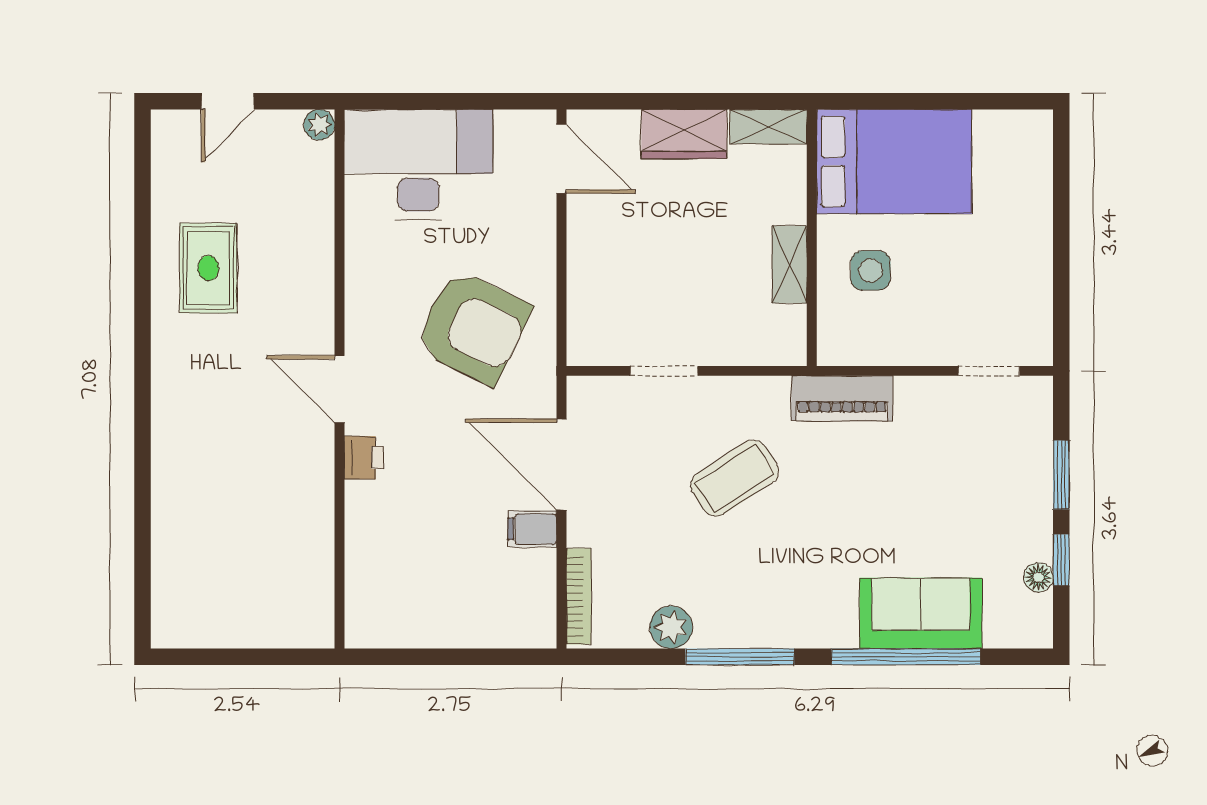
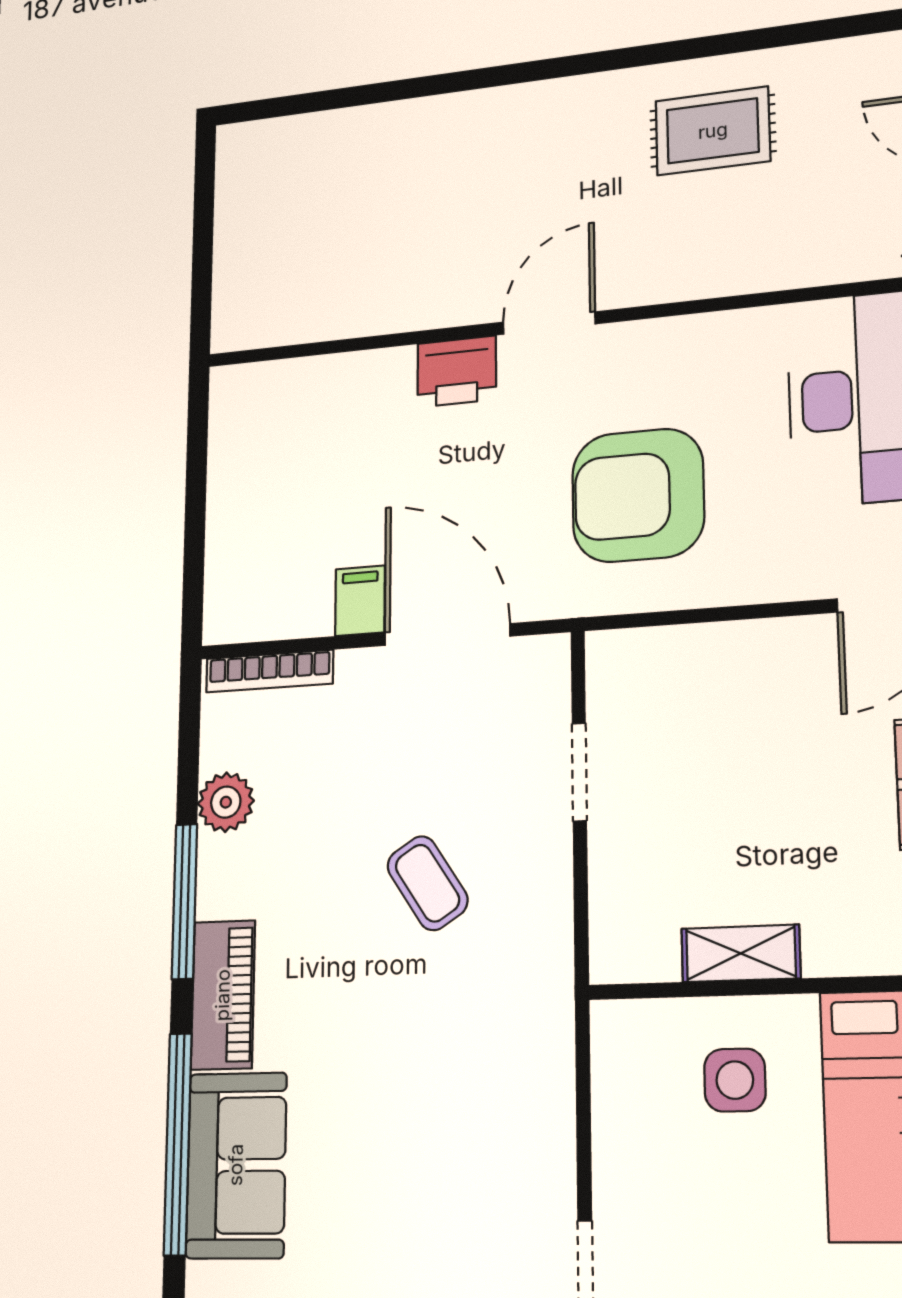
armchair: (473, 327) -> (638, 495), turned 64
piano: (842, 398) -> (223, 995), moved, turned 180
printer: (364, 458) -> (457, 371), width x1.36, depth x1.24
door: (562, 465) -> (447, 634), hinge flipped
coffee table: (735, 478) -> (427, 883), width x0.73, depth x0.77

